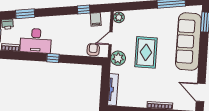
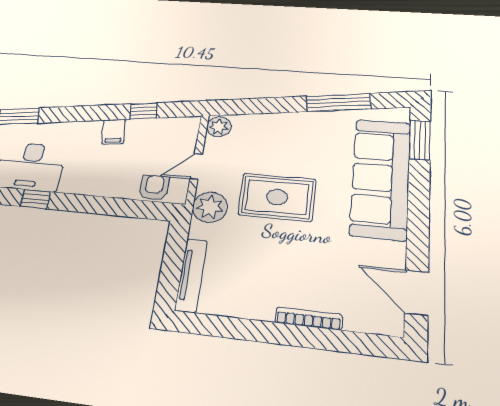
filing cabinet: (96, 19) -> (114, 132), moved
rug: (146, 52) -> (277, 197), turned 90
window: (53, 58) -> (35, 199), moved

